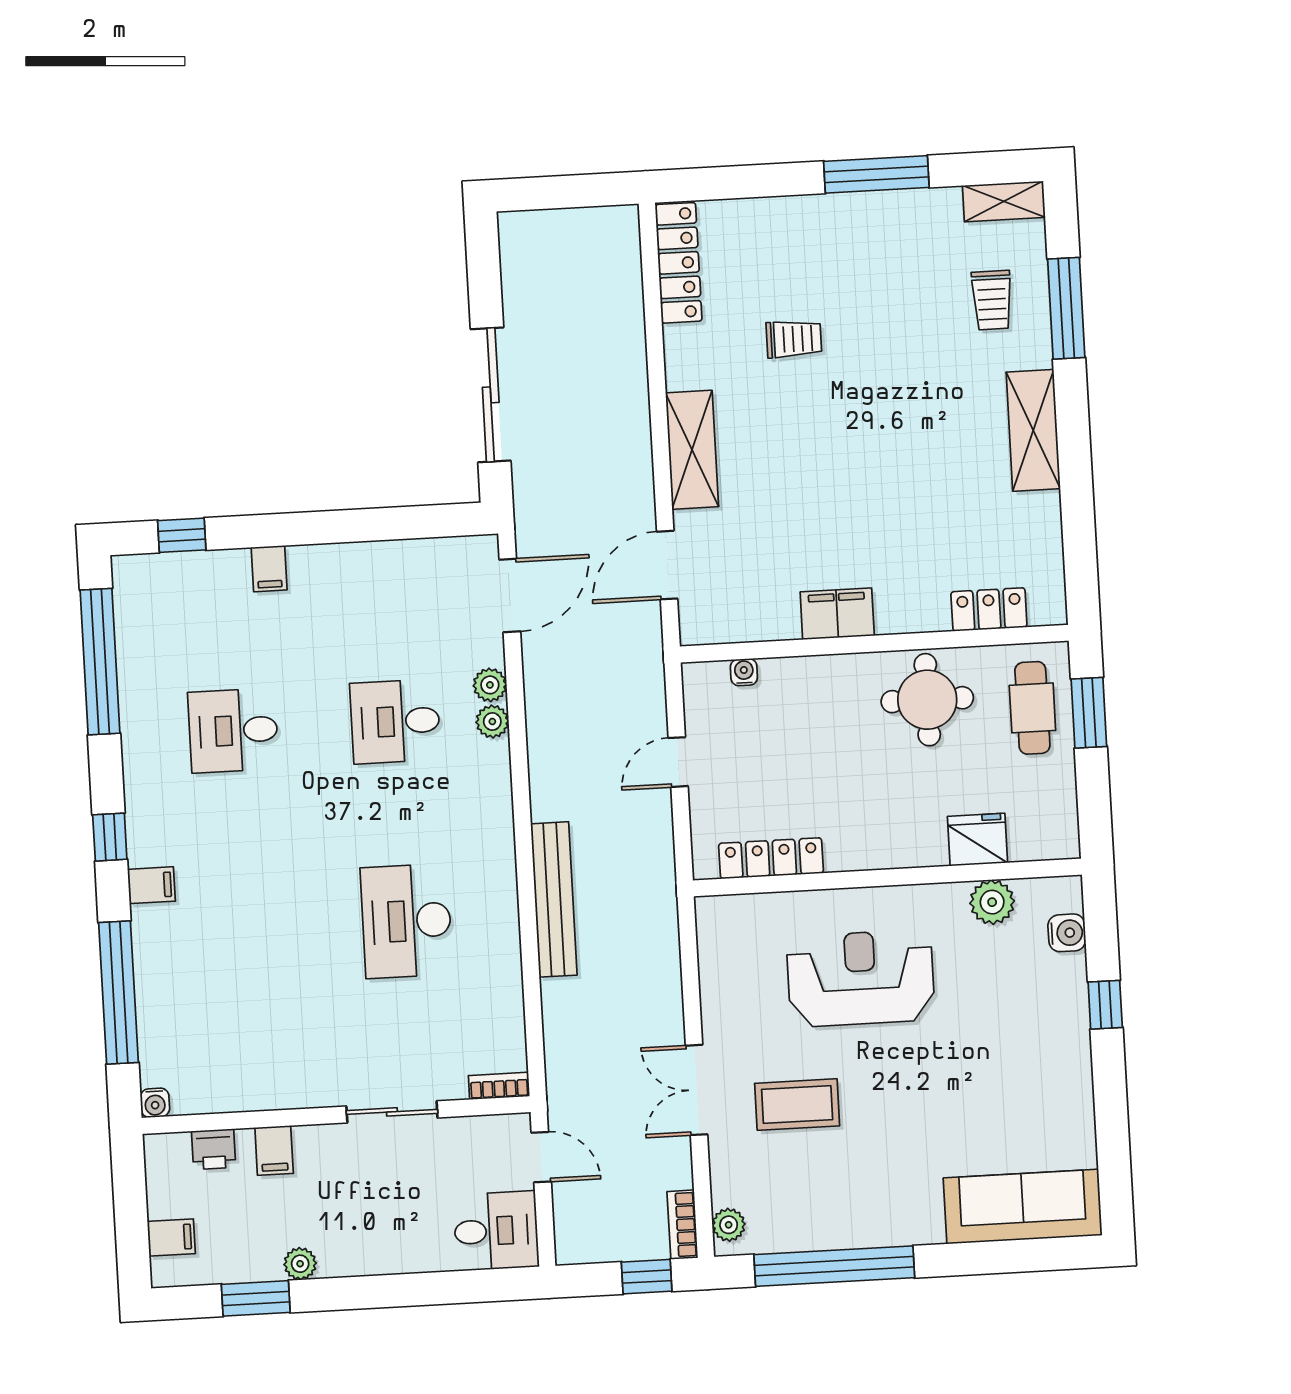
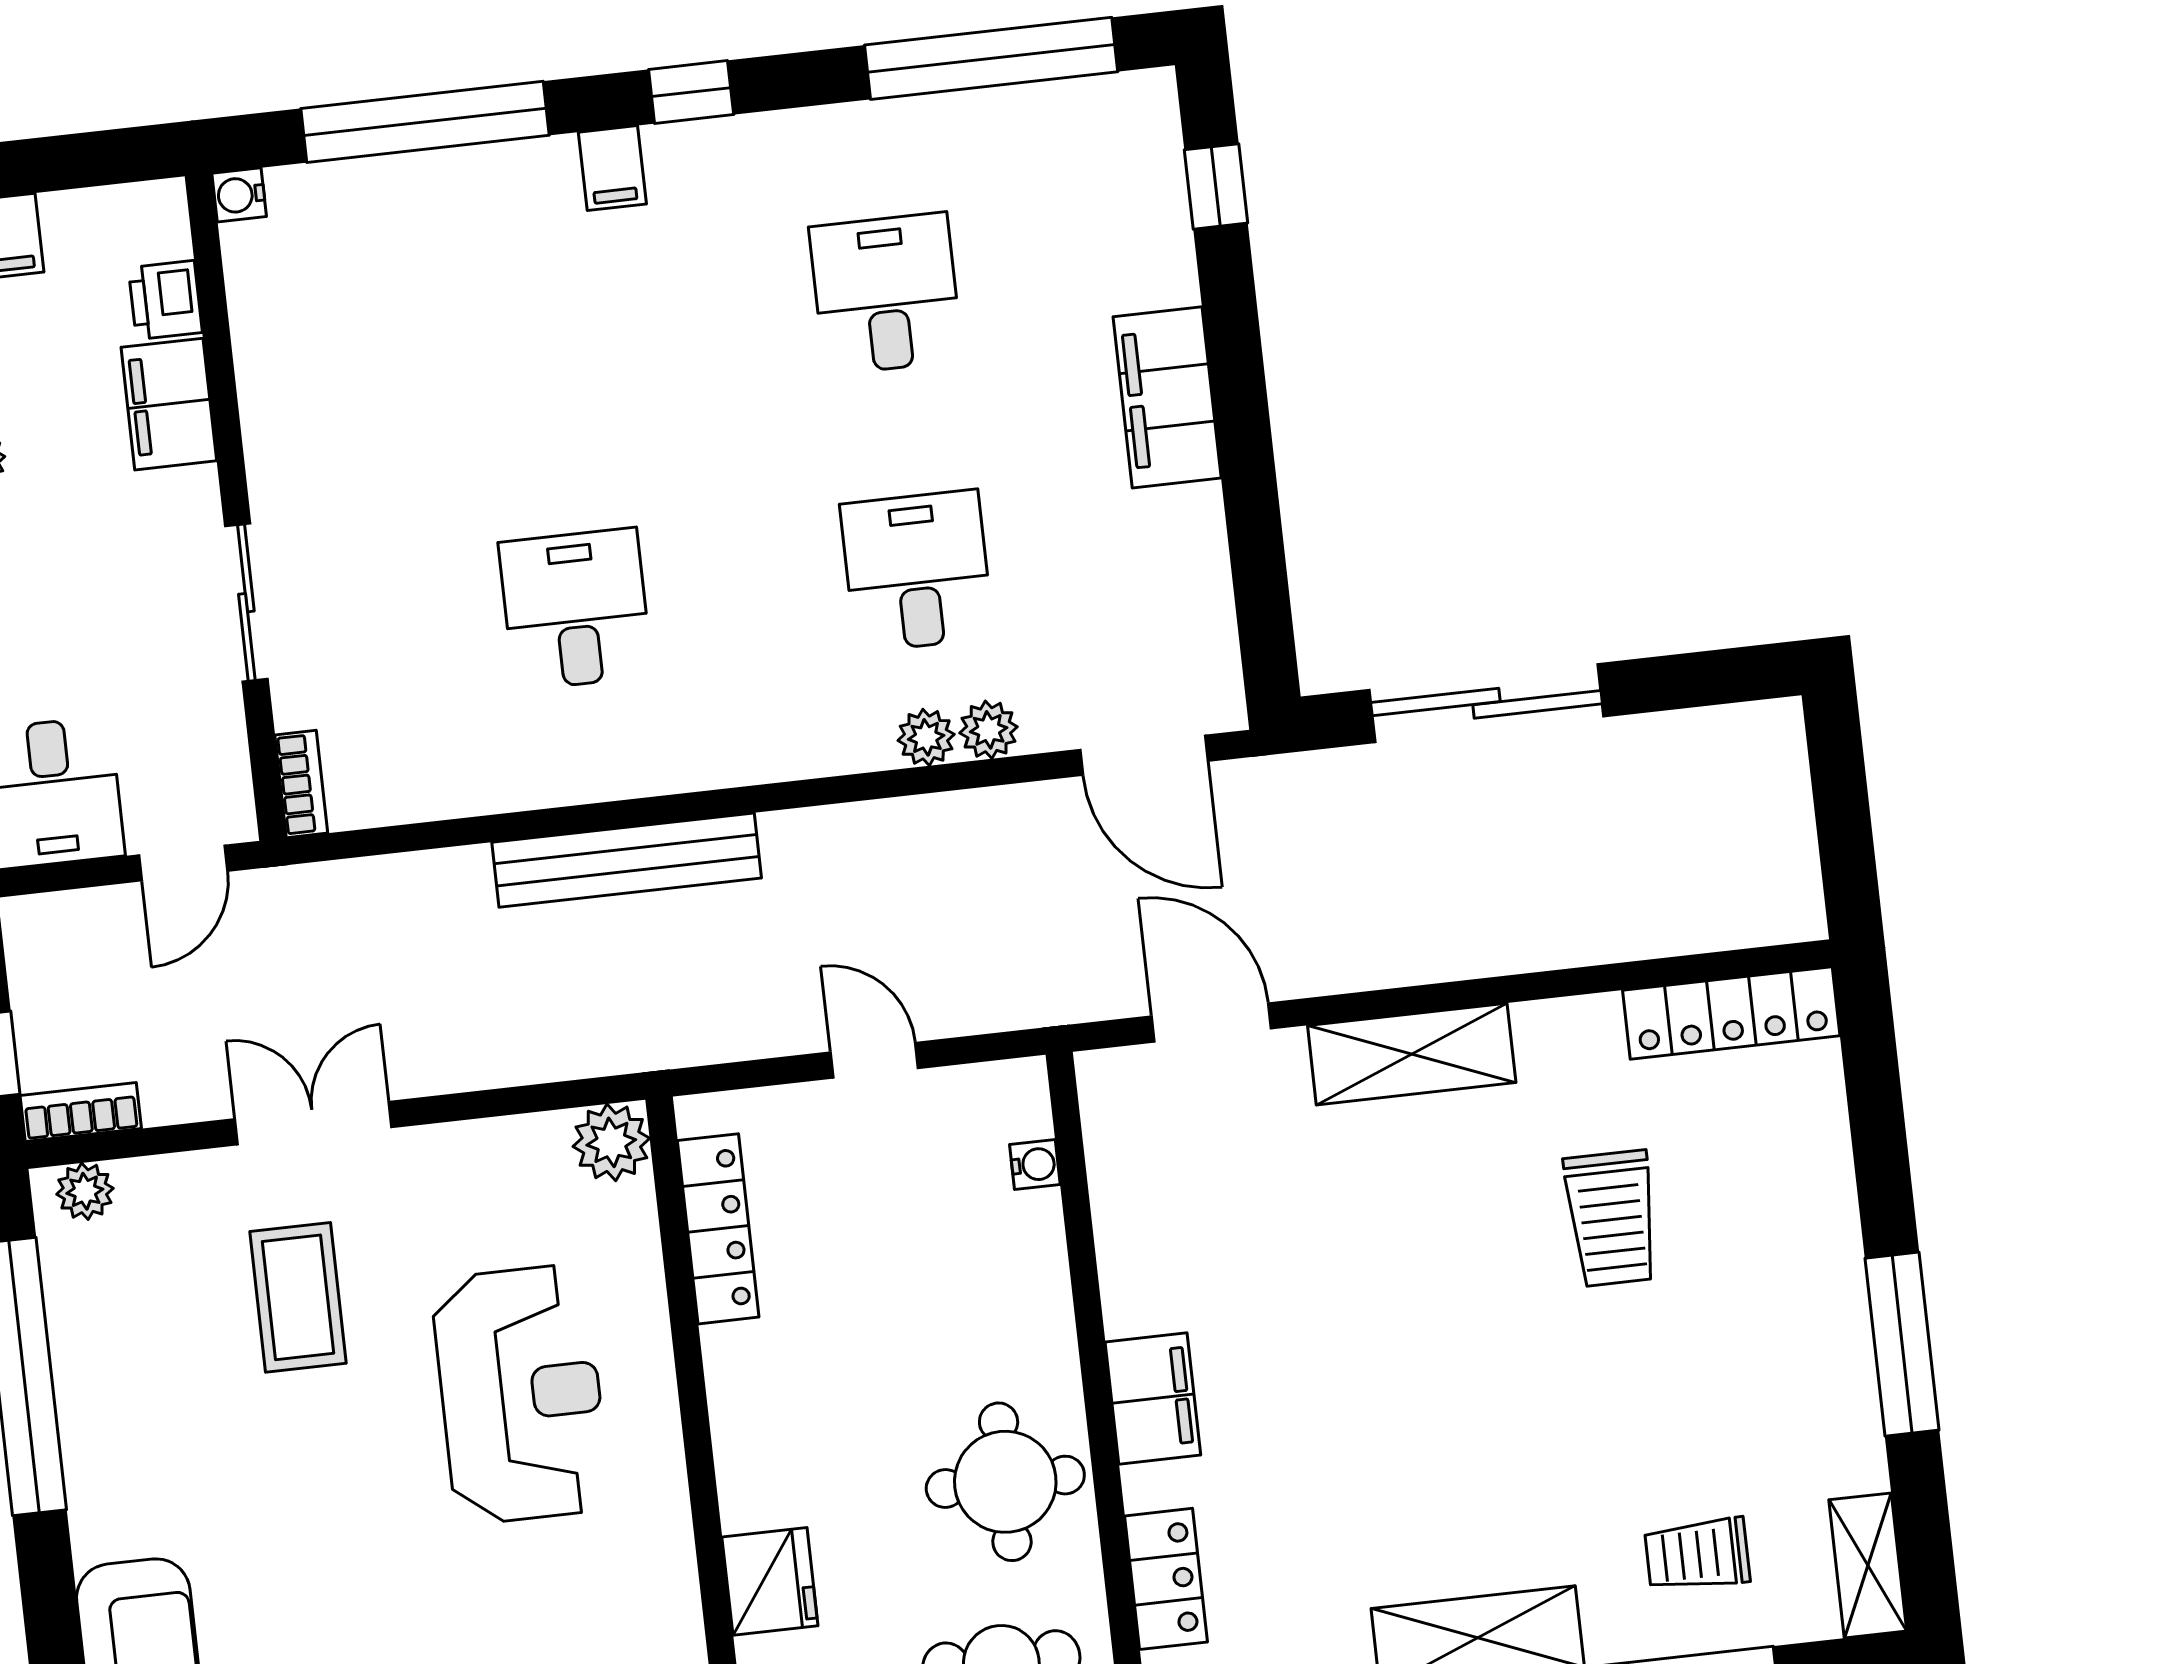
trolley: (794, 339) -> (1612, 1218), width x1.36, depth x1.39
filing cabinet: (269, 569) -> (1167, 397), width x3.00, depth x1.17
filing cabinet: (837, 614) -> (1153, 1398), moved
plant: (992, 902) -> (611, 1142), moved
desk: (406, 921) -> (576, 609), width x0.73
filing cabinet: (274, 1150) -> (169, 404), width x2.00

